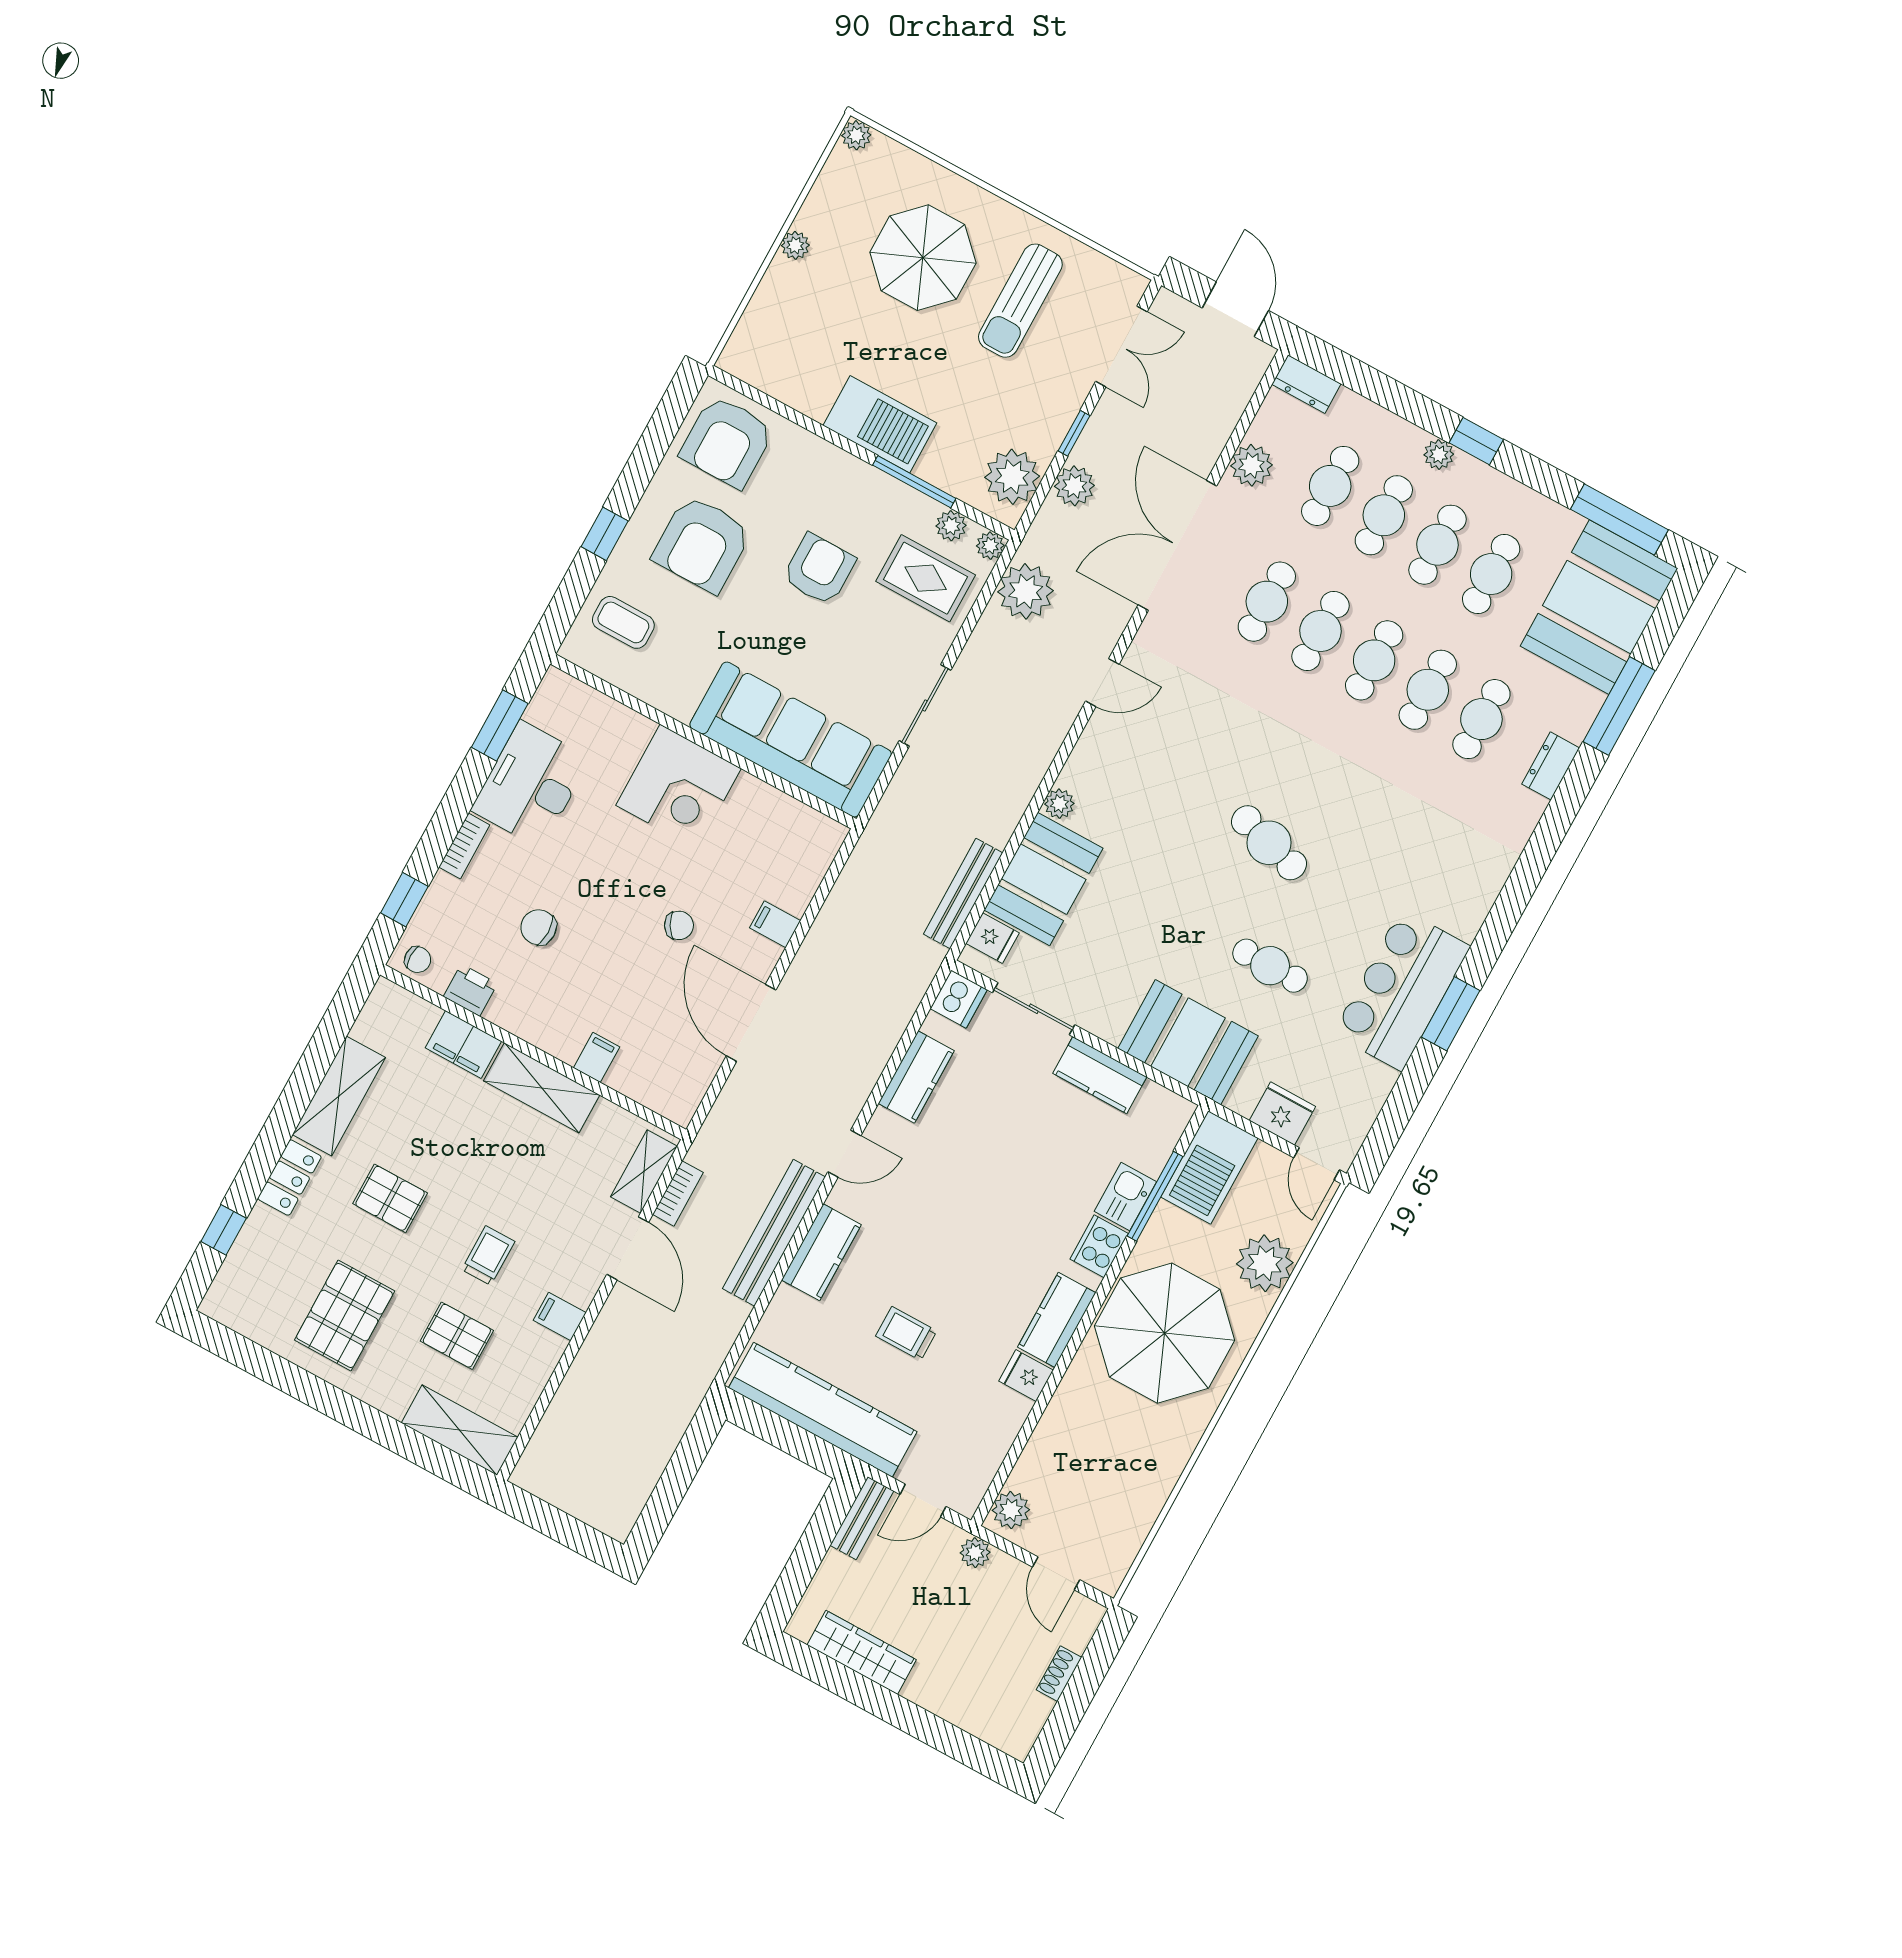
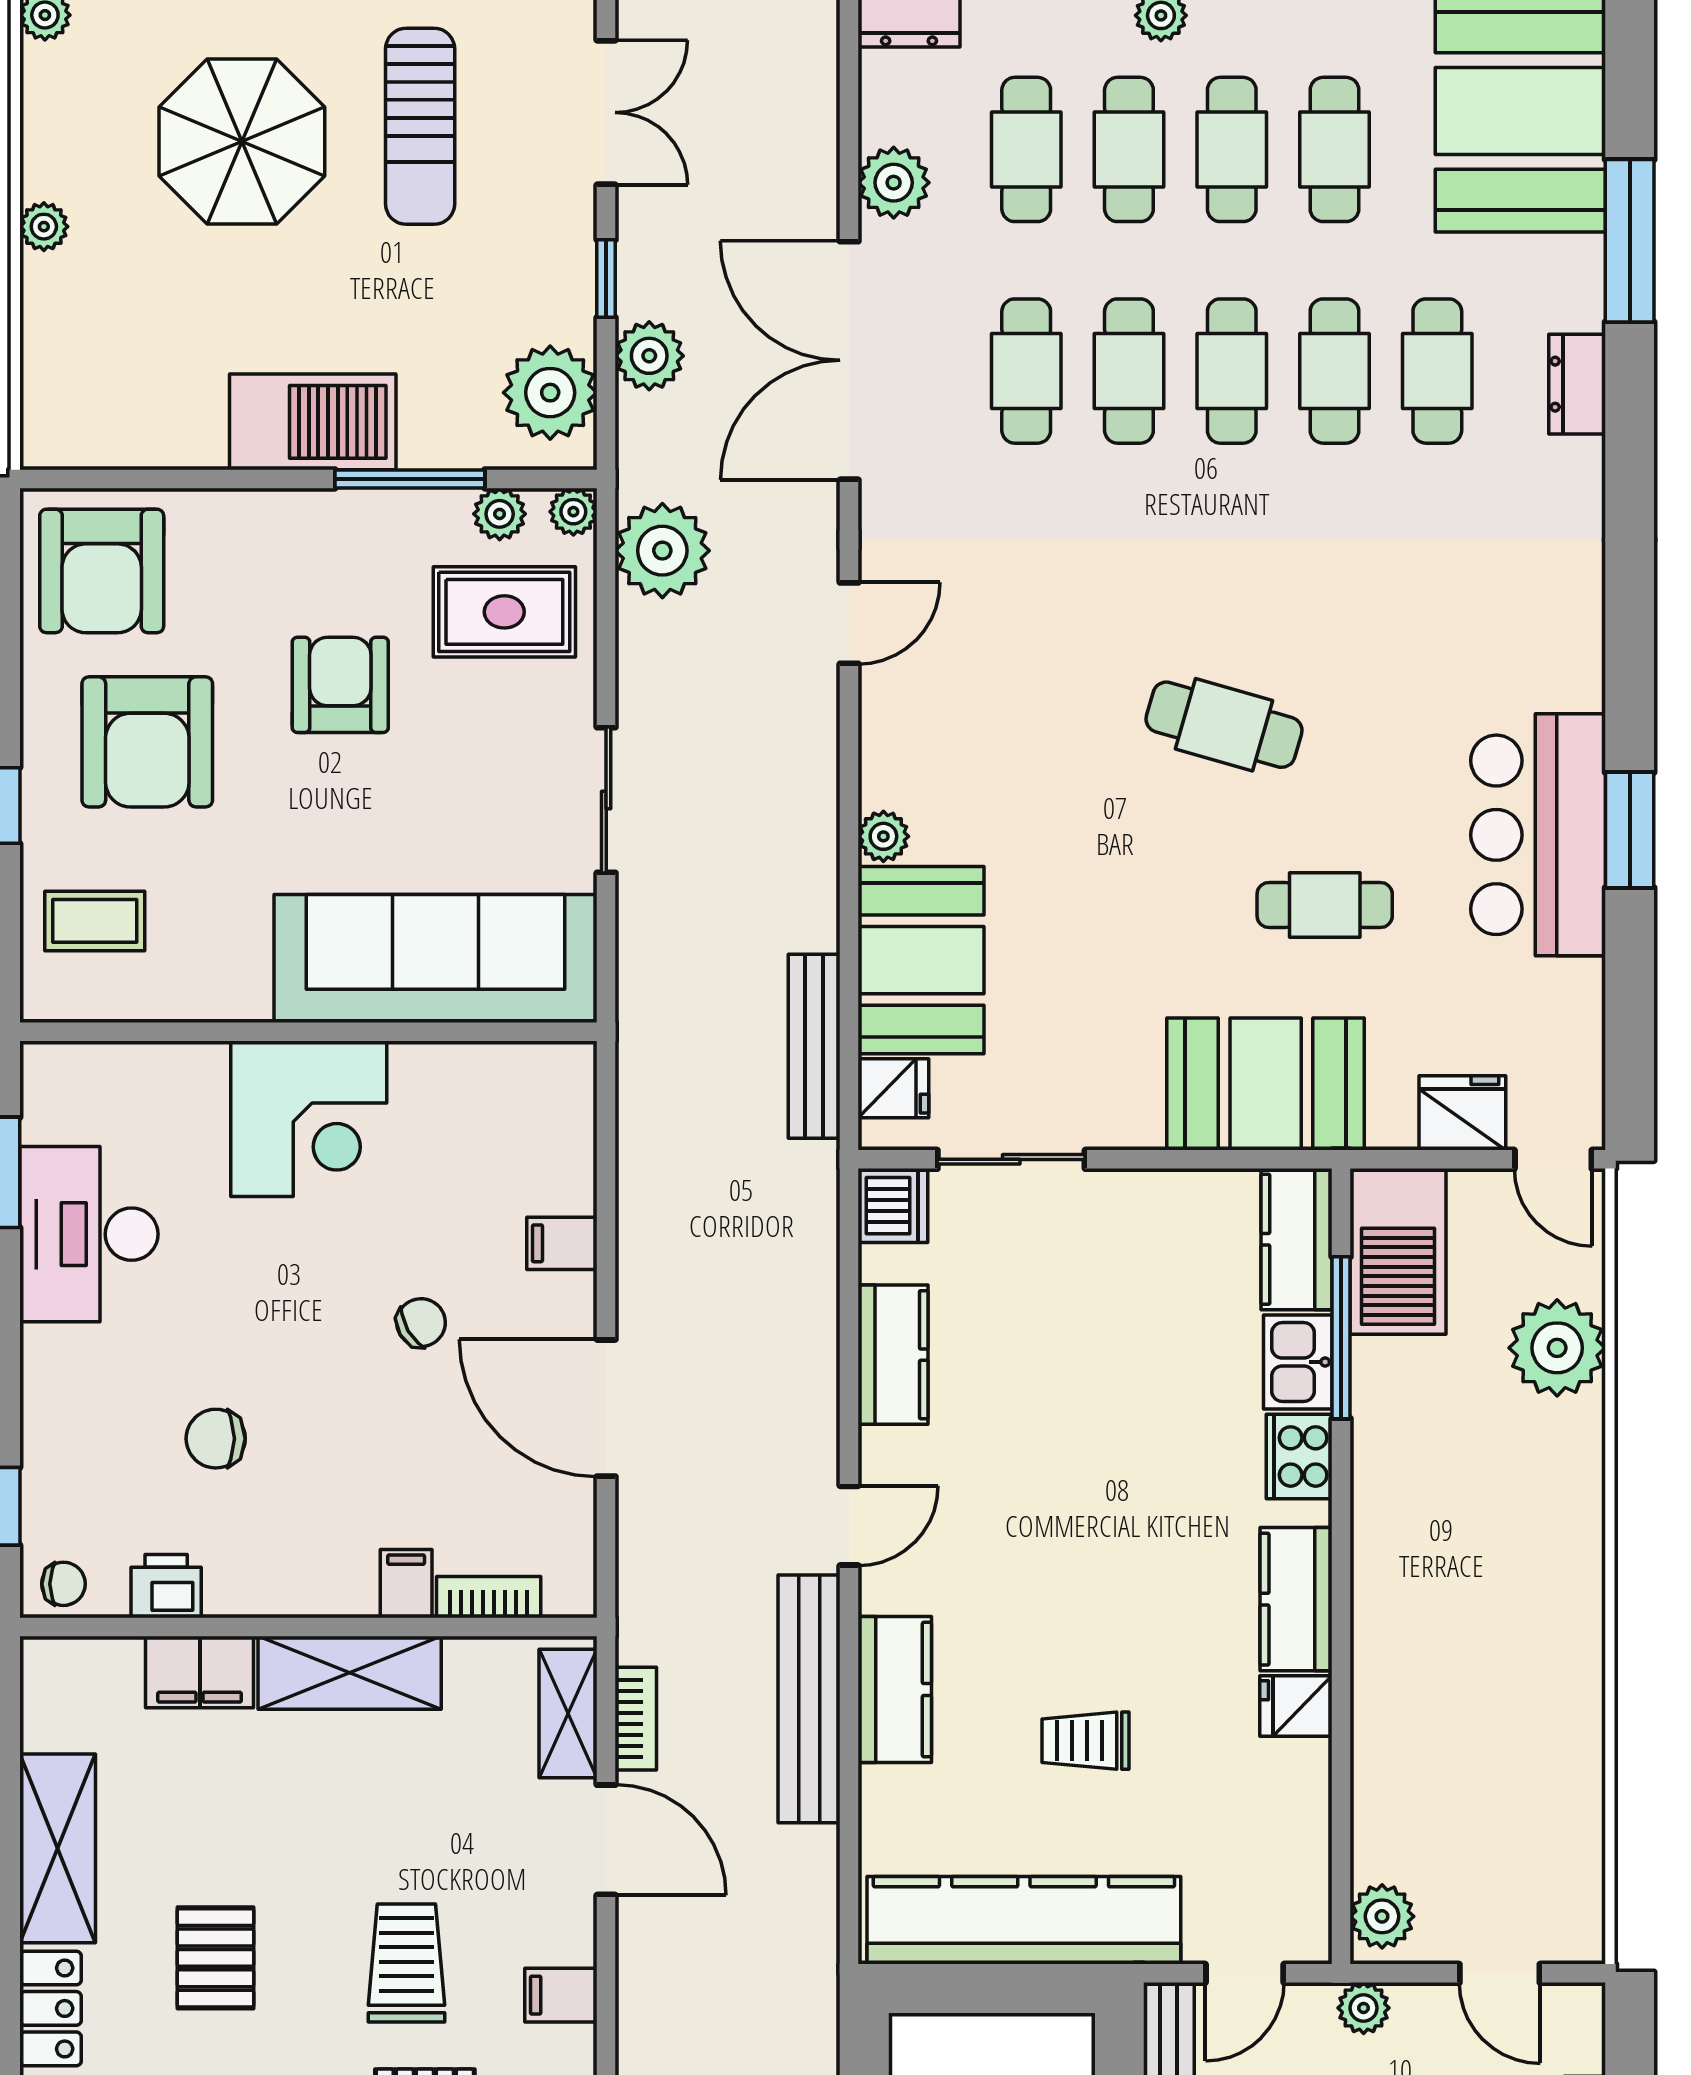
bookcase: (464, 846) -> (489, 1597), moved, turned -90
kitchen counter: (1100, 1075) -> (1297, 1239), moved, turned 90
pallet: (390, 1198) -> (215, 1958), turned 90
trolley: (488, 1256) -> (406, 1963), width x1.36, depth x1.39
parasol: (1165, 1333) -> (1466, 1532), removed

